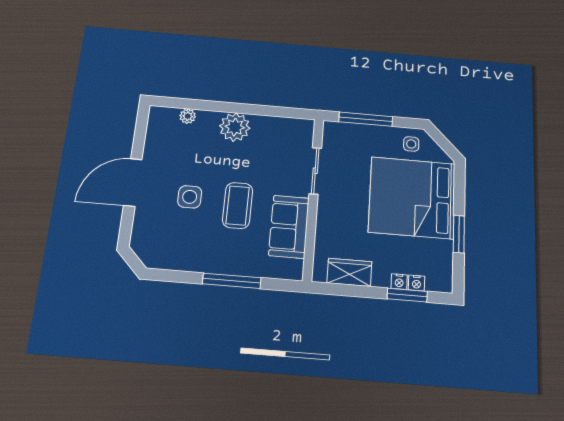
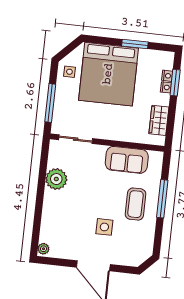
plant: (188, 116) -> (43, 249), moved
plant: (235, 127) -> (56, 179), moved
sliding door: (315, 171) -> (76, 139), moved
coffee table: (238, 205) -> (135, 204), moved, turned 90

